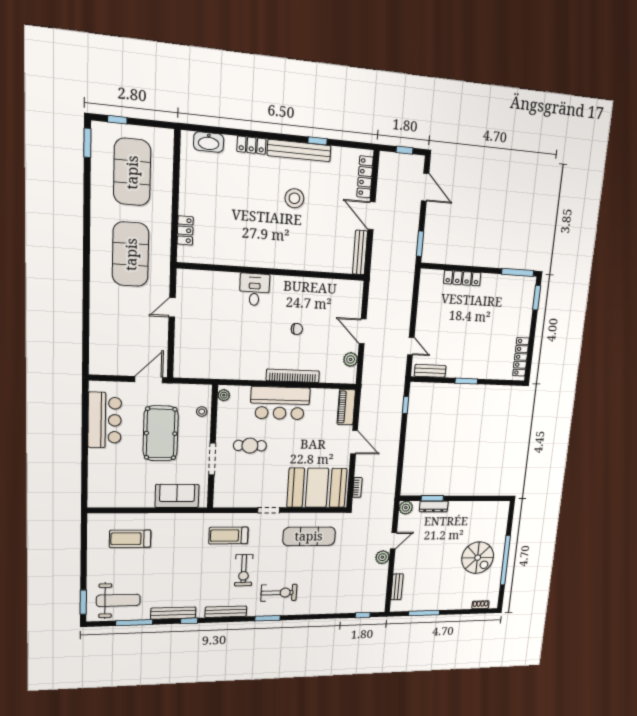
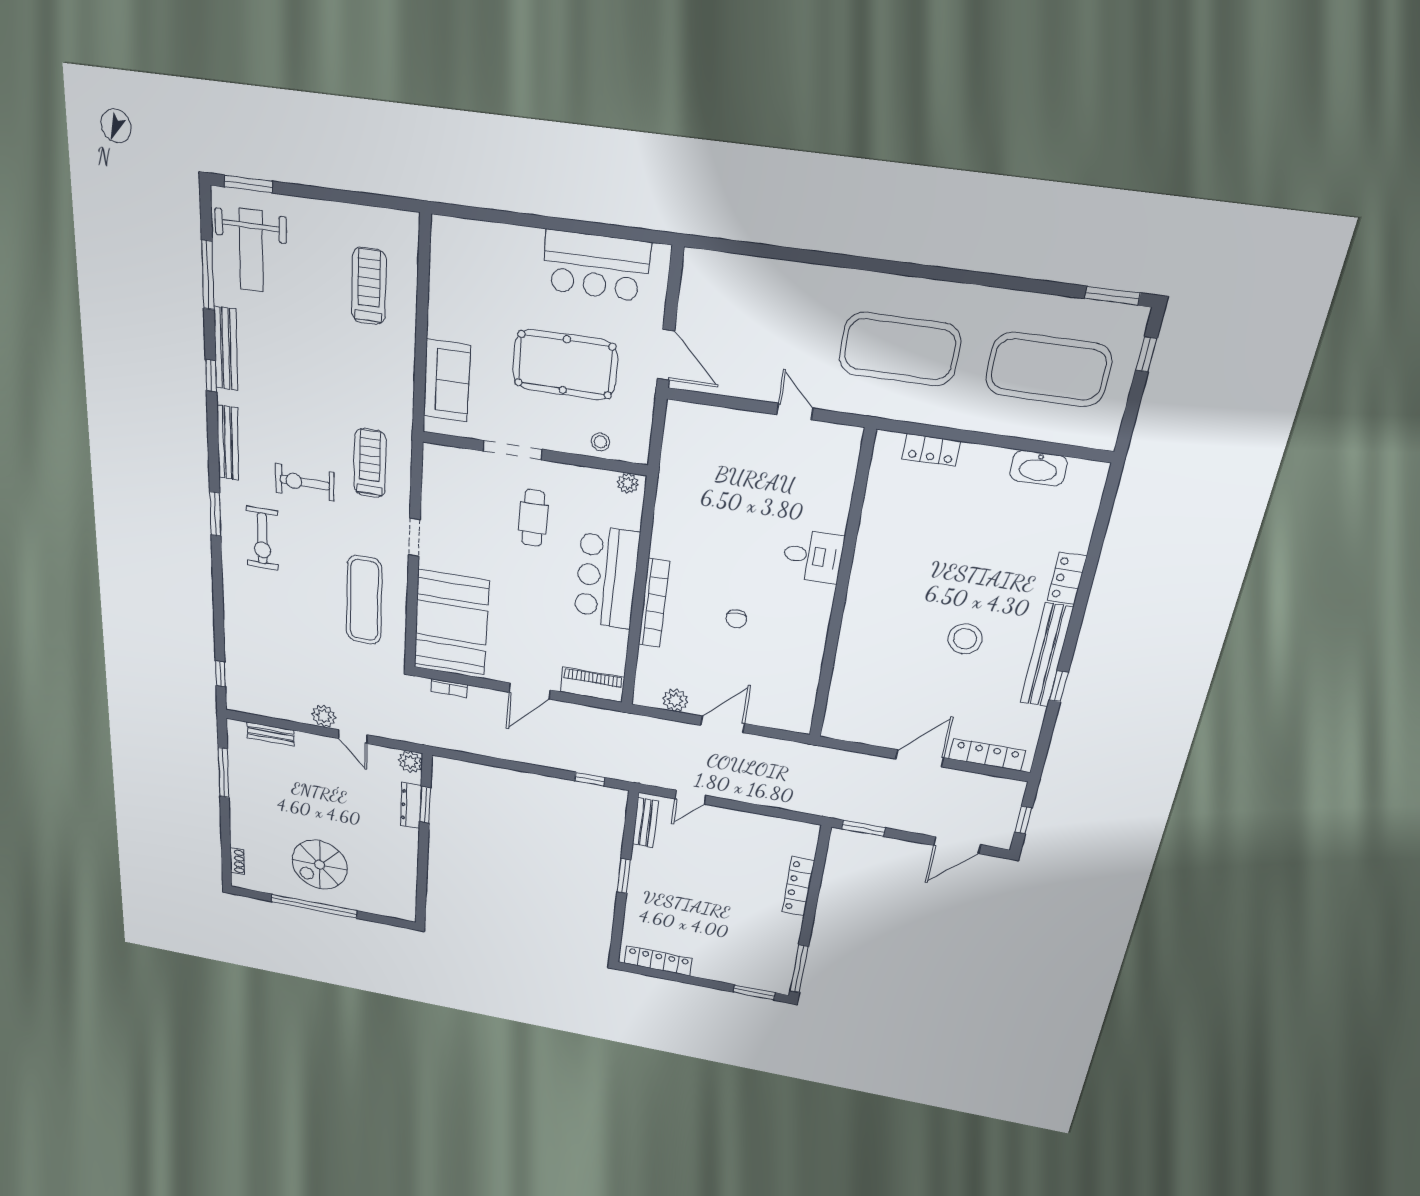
washbasin: (209, 142) -> (1038, 468), moved, turned -90
bench: (360, 252) -> (859, 734), removed

